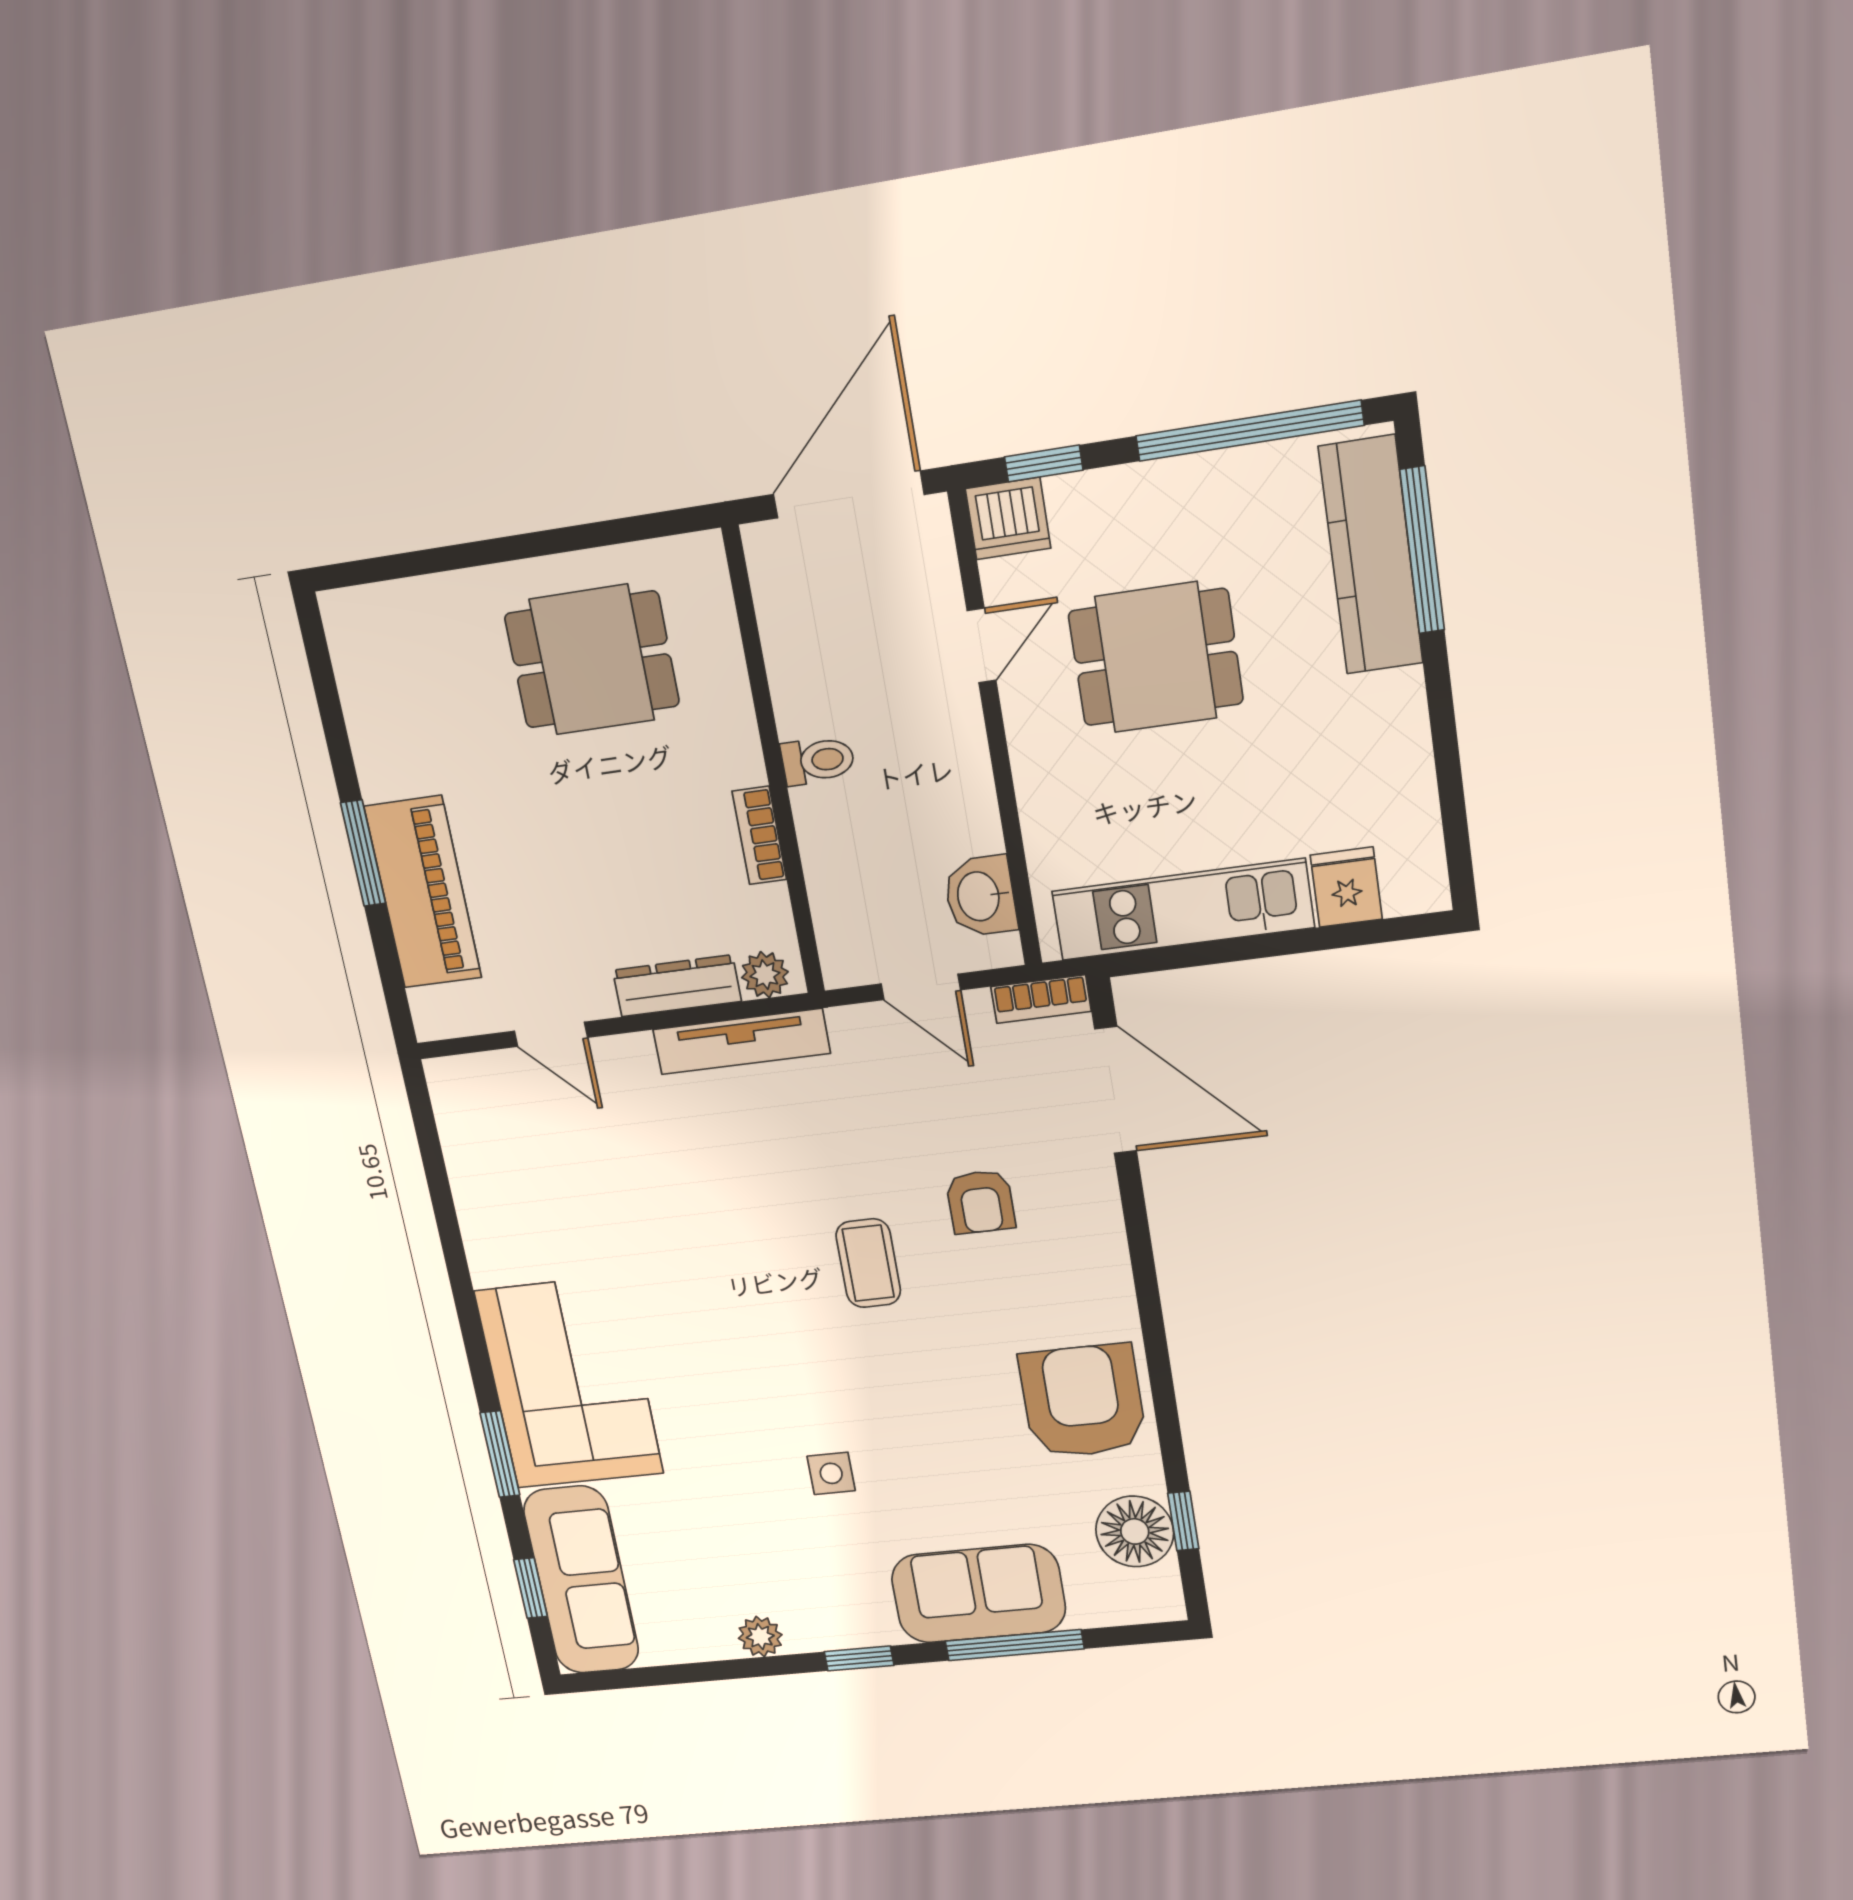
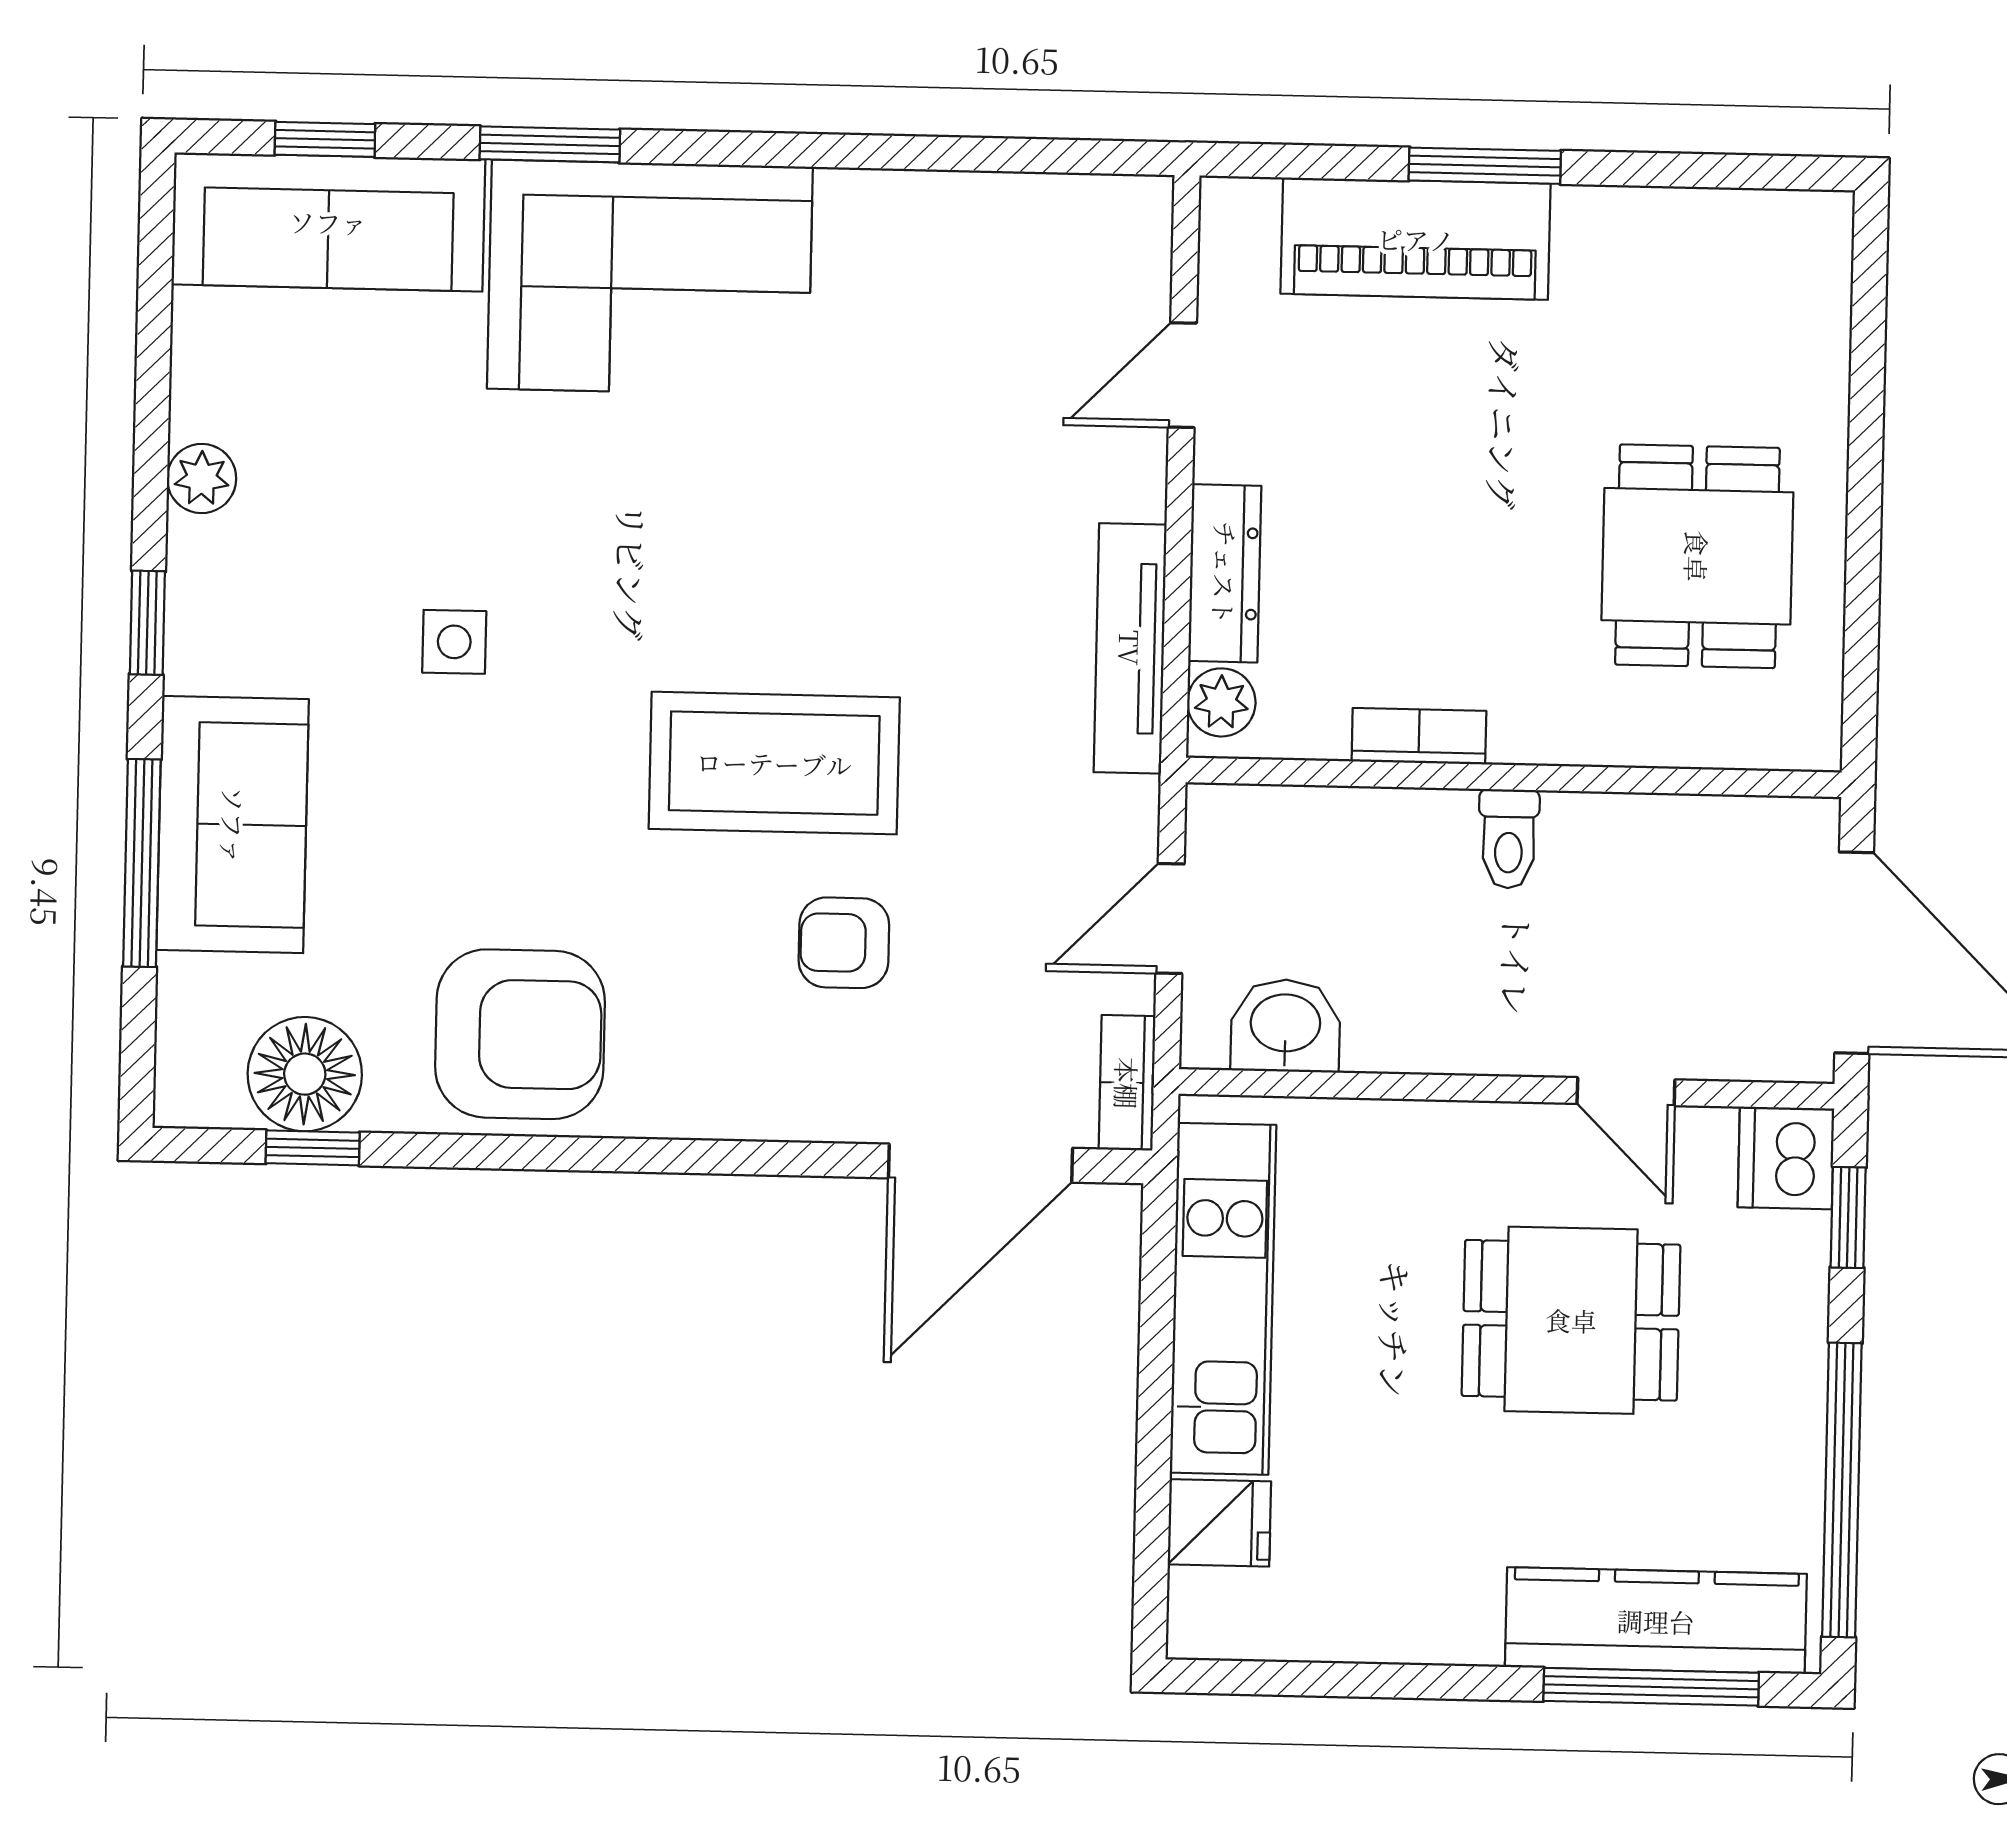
dining table: (1156, 657) -> (1571, 1320), turned 90
coffee table: (868, 1263) -> (774, 763), width x1.86, depth x1.72

